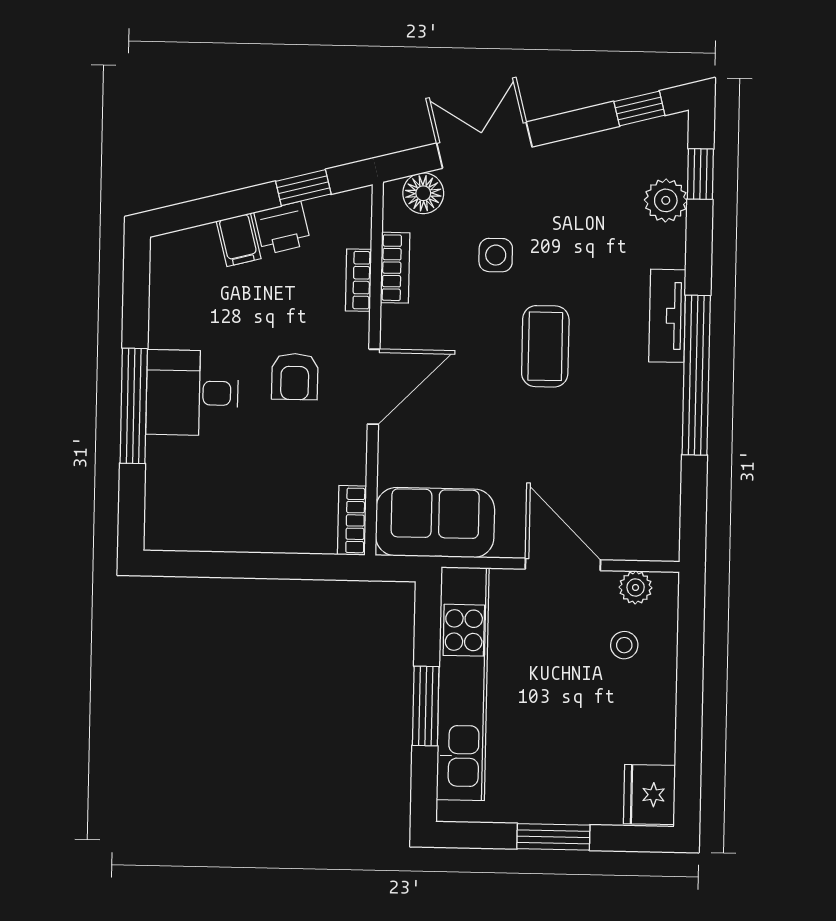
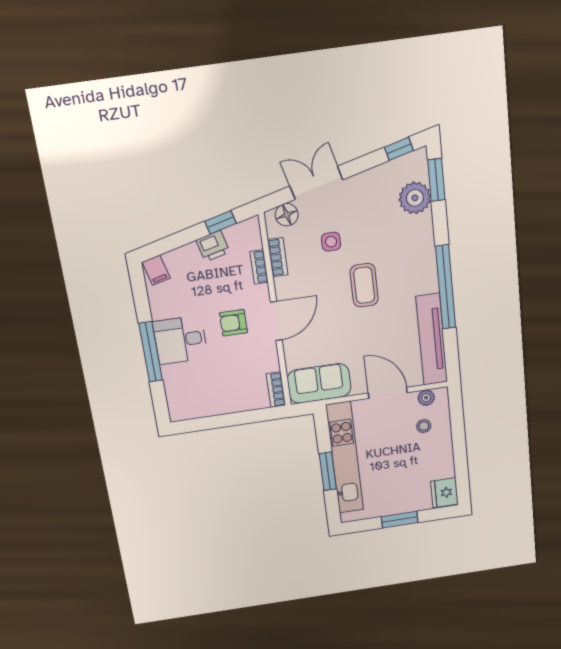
window: (700, 174) -> (436, 180), width x1.50
plant: (666, 200) -> (415, 198), width x1.36, depth x1.36
filing cabinet: (239, 240) -> (156, 270), moved
tv unit: (667, 316) -> (432, 340), moved, width x1.92, depth x1.29
armchair: (295, 377) -> (233, 323), turned 90

